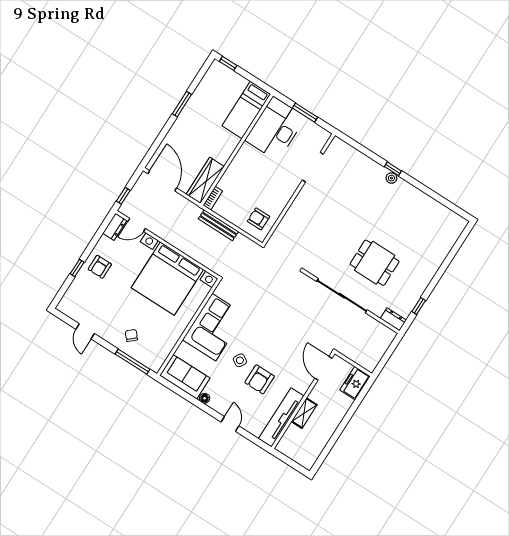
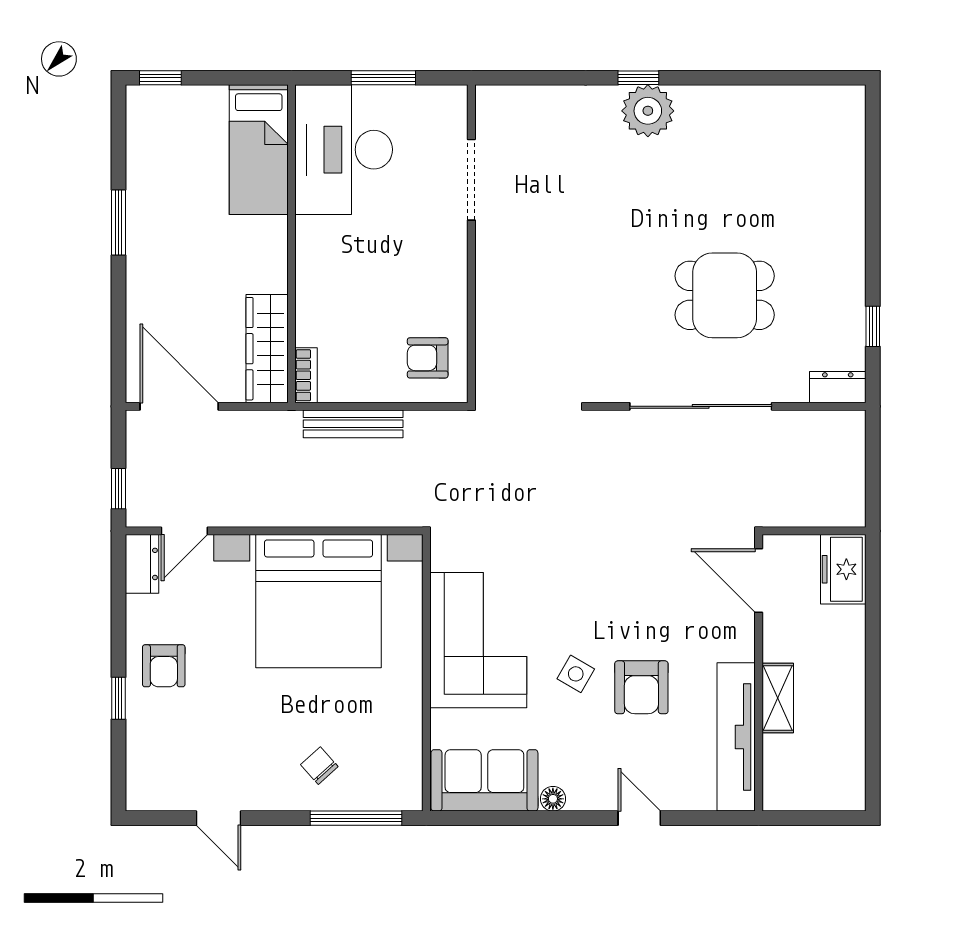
plant: (391, 178) -> (648, 111), width x1.87, depth x1.87

